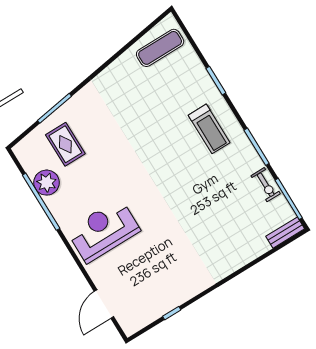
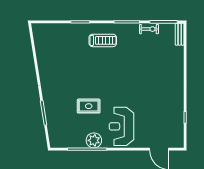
exercise mat: (160, 48) -> (46, 40), removed
rug: (65, 144) -> (89, 106), moved
plant: (47, 183) -> (94, 140), moved

